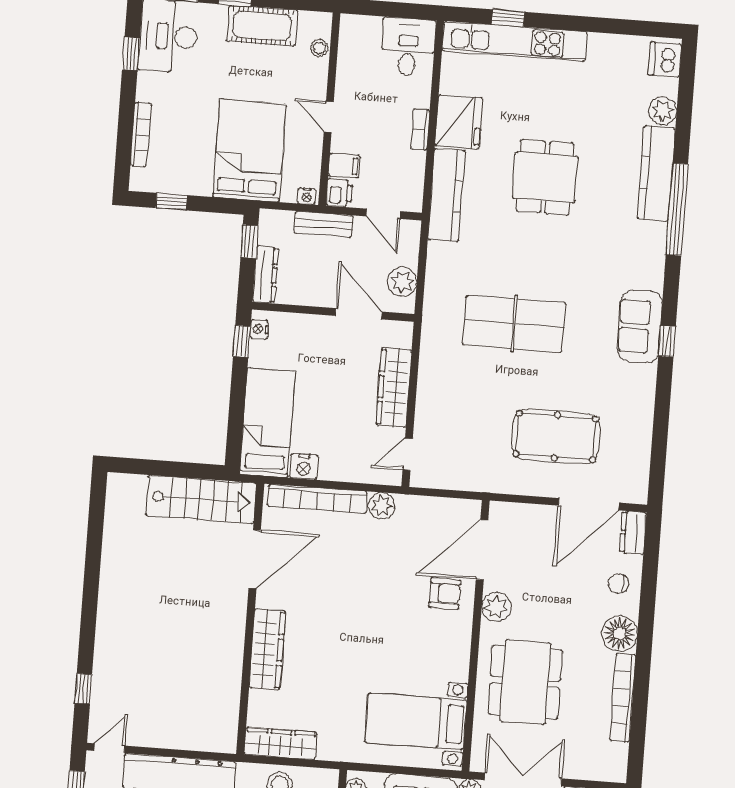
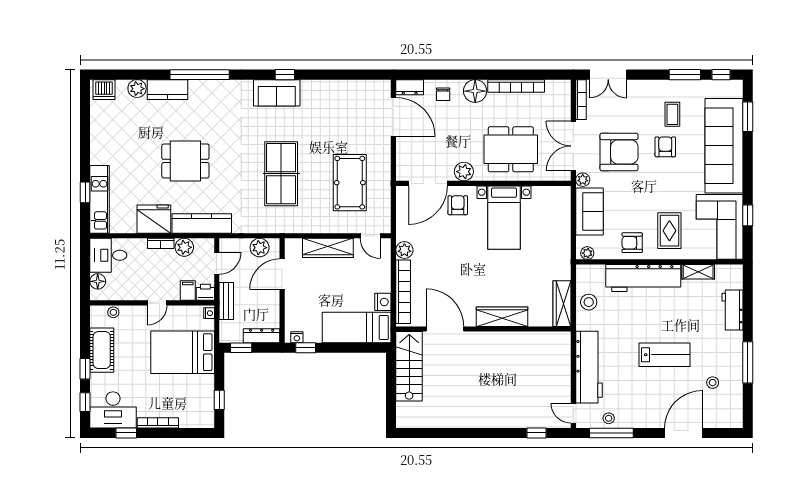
floor lamp: (369, 27) -> (98, 281), added
kitchen unit: (515, 41) -> (99, 199), width x0.73
bookcase: (141, 135) -> (158, 423), moved
plant: (411, 165) -> (184, 247), added
kitchen counter: (656, 173) -> (168, 90), width x0.67
pool table: (556, 436) -> (350, 183), moved
door: (482, 550) -> (428, 183), hinge flipped
bed with nightstands: (416, 721) -> (504, 218), moved

